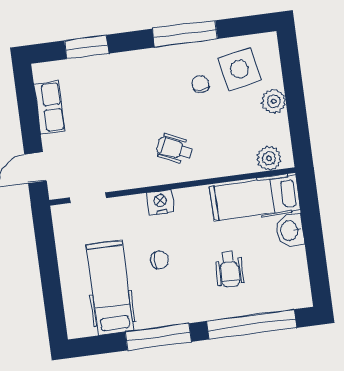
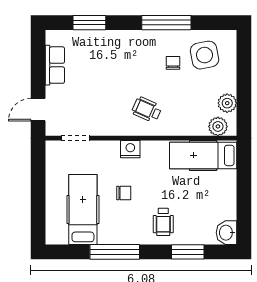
plant: (274, 101) -> (227, 103), moved
washbasin: (290, 231) -> (226, 233), moved
wheelchair: (229, 269) -> (163, 222), moved
window: (252, 324) -> (188, 252), width x0.47

